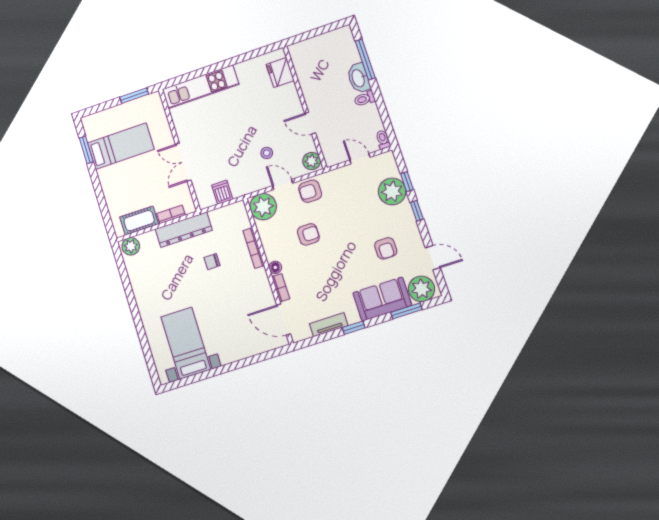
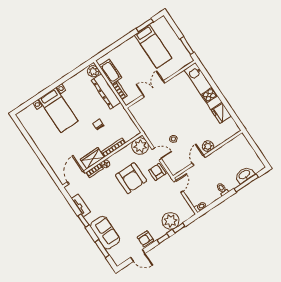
fridge: (280, 72) -> (221, 113), moved, turned -90
washbasin: (359, 78) -> (245, 175), moved
door: (360, 159) -> (178, 187), moved
plant: (312, 161) -> (208, 146), moved
door: (283, 185) -> (157, 154), hinge flipped
dishwasher: (222, 192) -> (142, 118), removed
dresser: (184, 230) -> (106, 91), moved
armchair: (308, 234) -> (131, 178), width x1.88, depth x1.88
armchair: (386, 248) -> (146, 239), moved
door: (433, 258) -> (138, 255), hinge flipped
wardrobe: (261, 286) -> (92, 158), added
plant: (421, 289) -> (118, 254), removed
bed with nightstands: (186, 343) -> (58, 110), moved, turned 90

